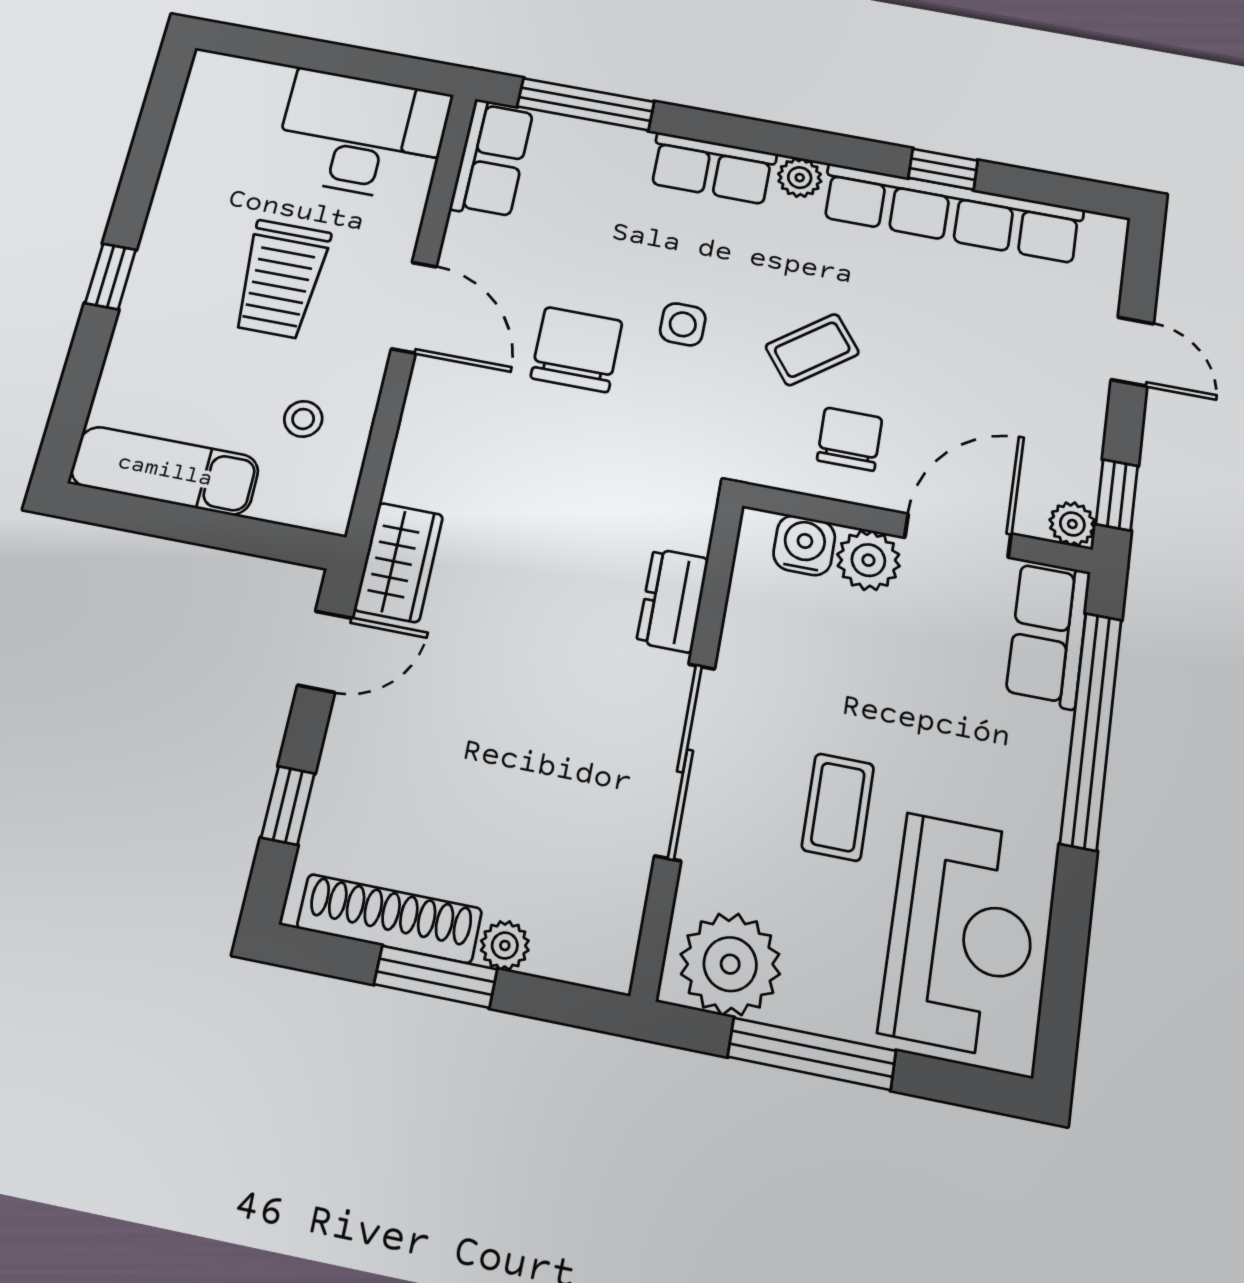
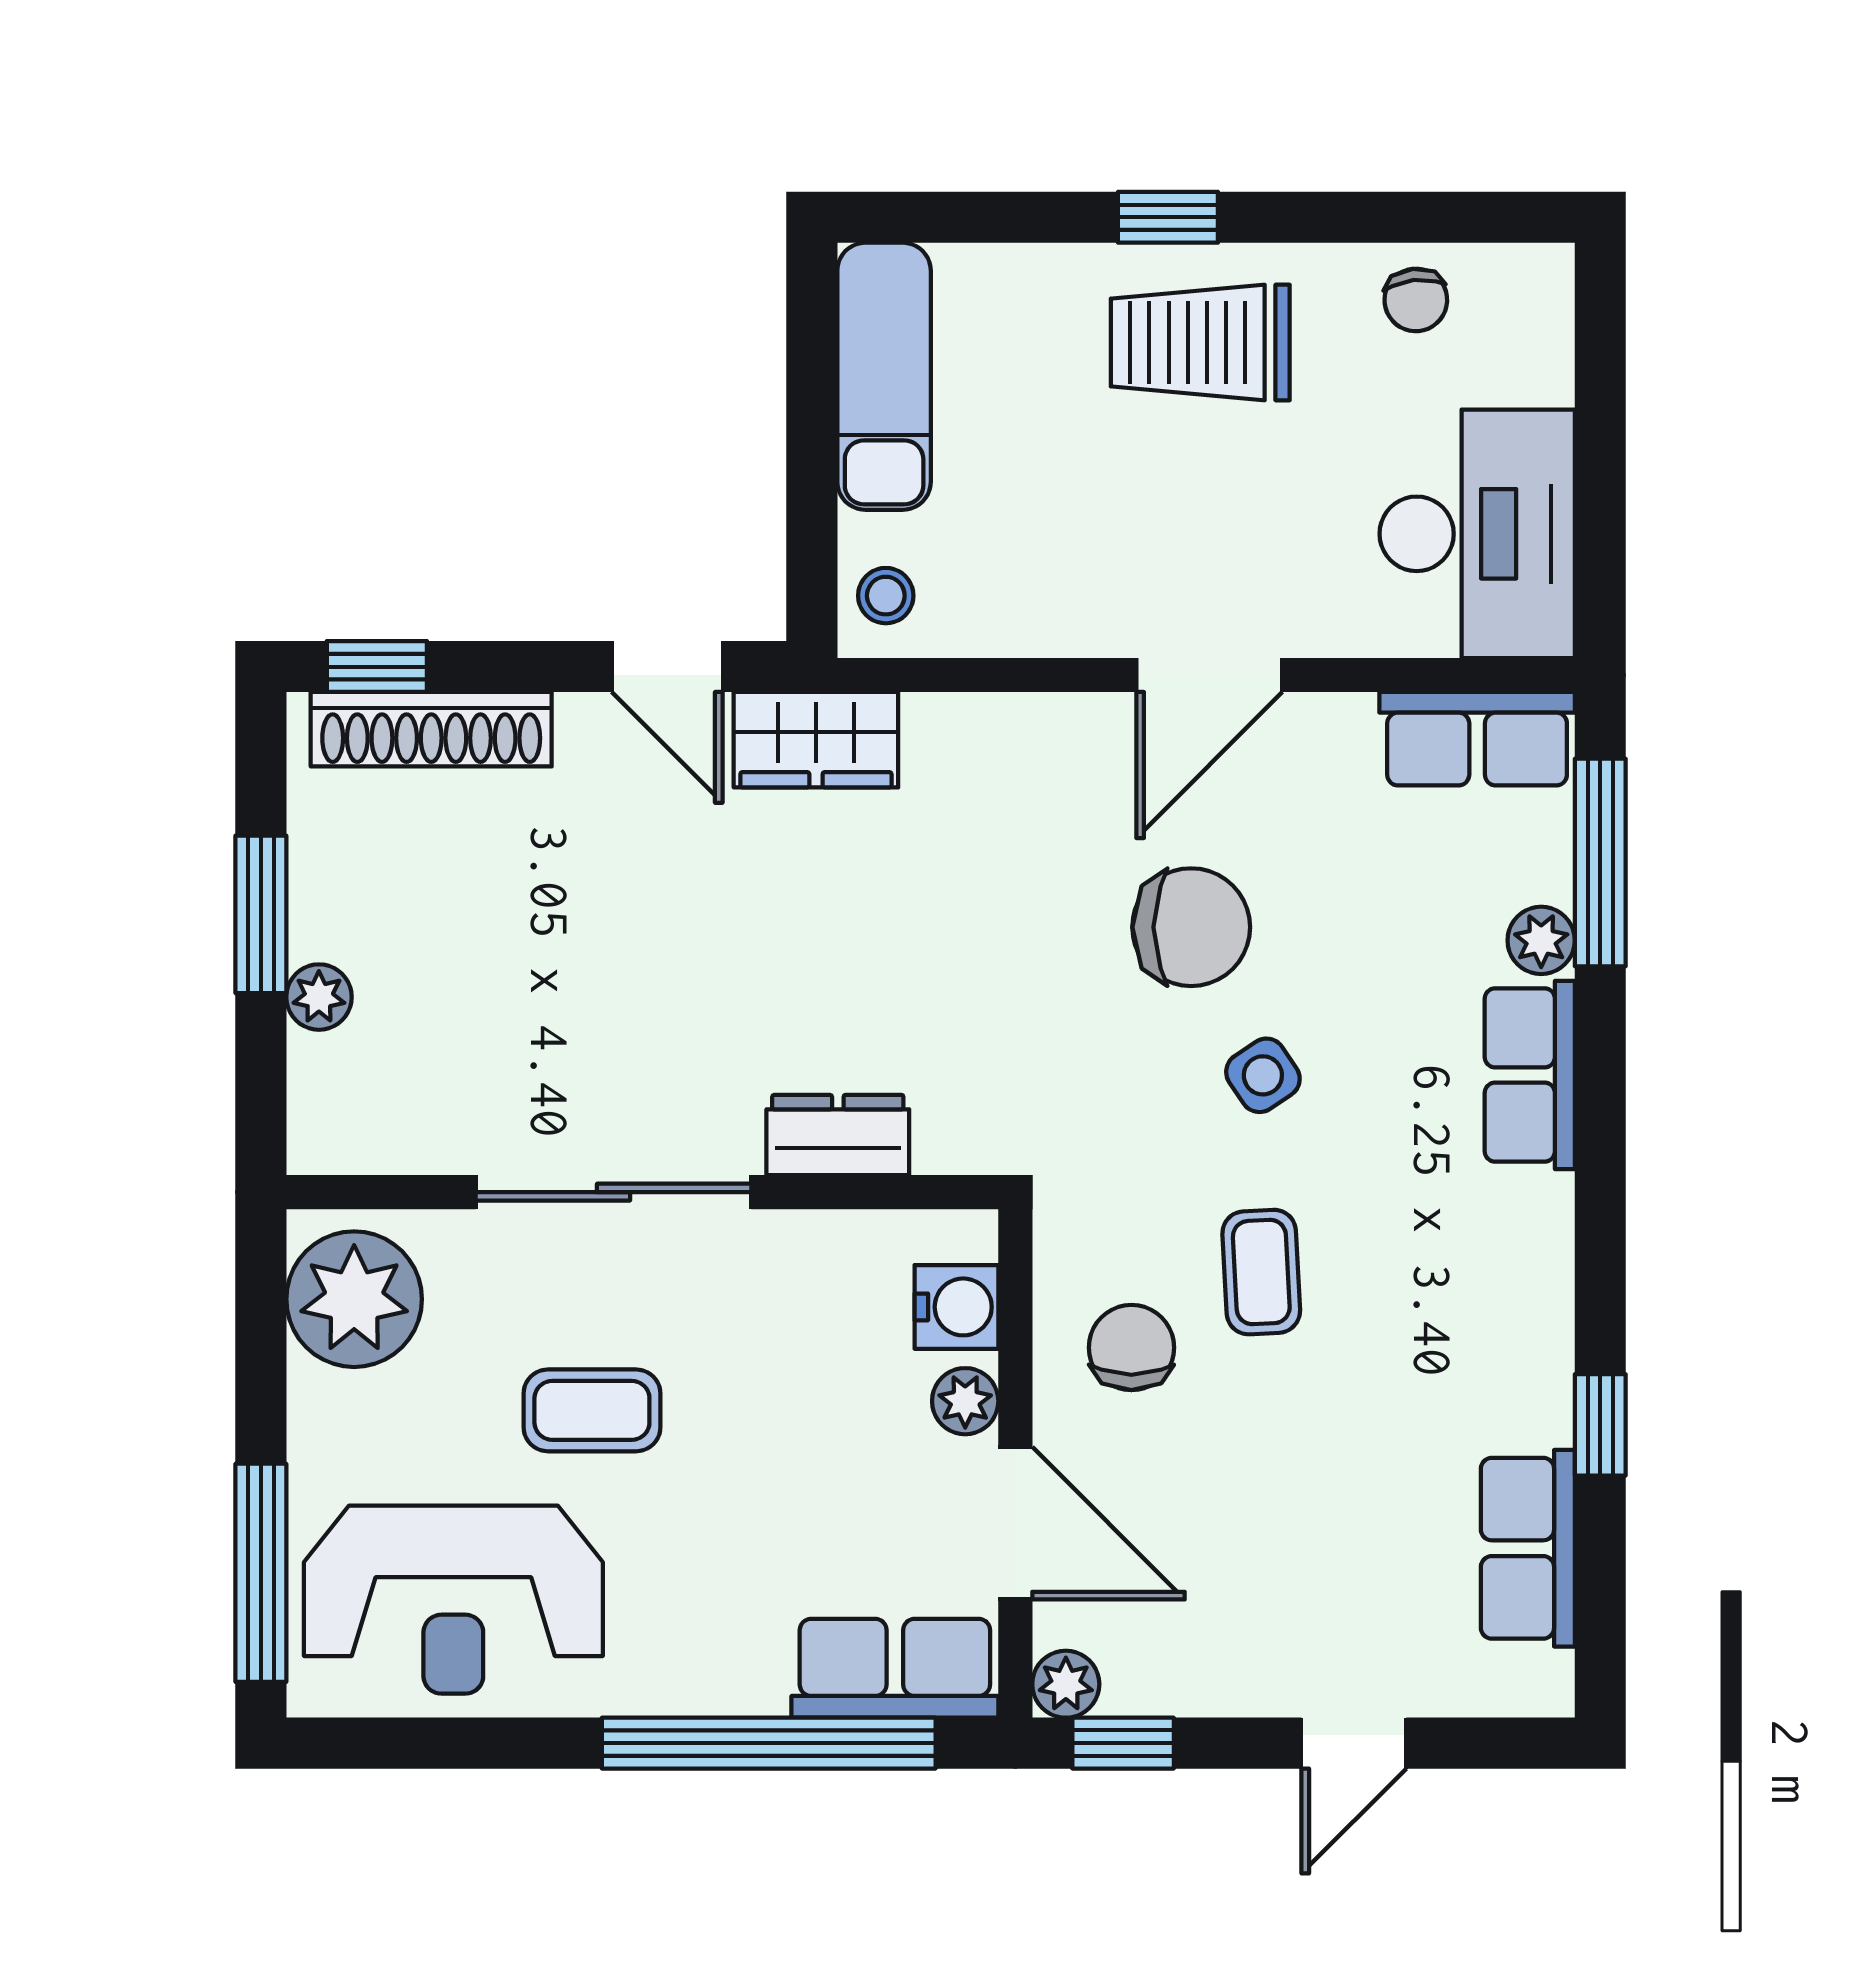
chair: (205, 143) -> (1416, 300), added
plant: (800, 178) -> (1541, 940), moved
row of seats: (952, 213) -> (1528, 1548), width x0.50
trolley: (281, 279) -> (1200, 342), moved
side table: (683, 324) -> (1263, 1075), turned -34
coffee table: (812, 350) -> (1261, 1272), turned 34
stool: (303, 419) -> (886, 596), moved
chair: (850, 439) -> (1131, 1348), turned -90
plant: (868, 560) -> (965, 1401), width x0.73, depth x0.73
window: (288, 805) -> (377, 667), moved
shoe rack: (389, 919) -> (431, 729), moved, turned 90
window: (812, 1054) -> (261, 1573), moved

